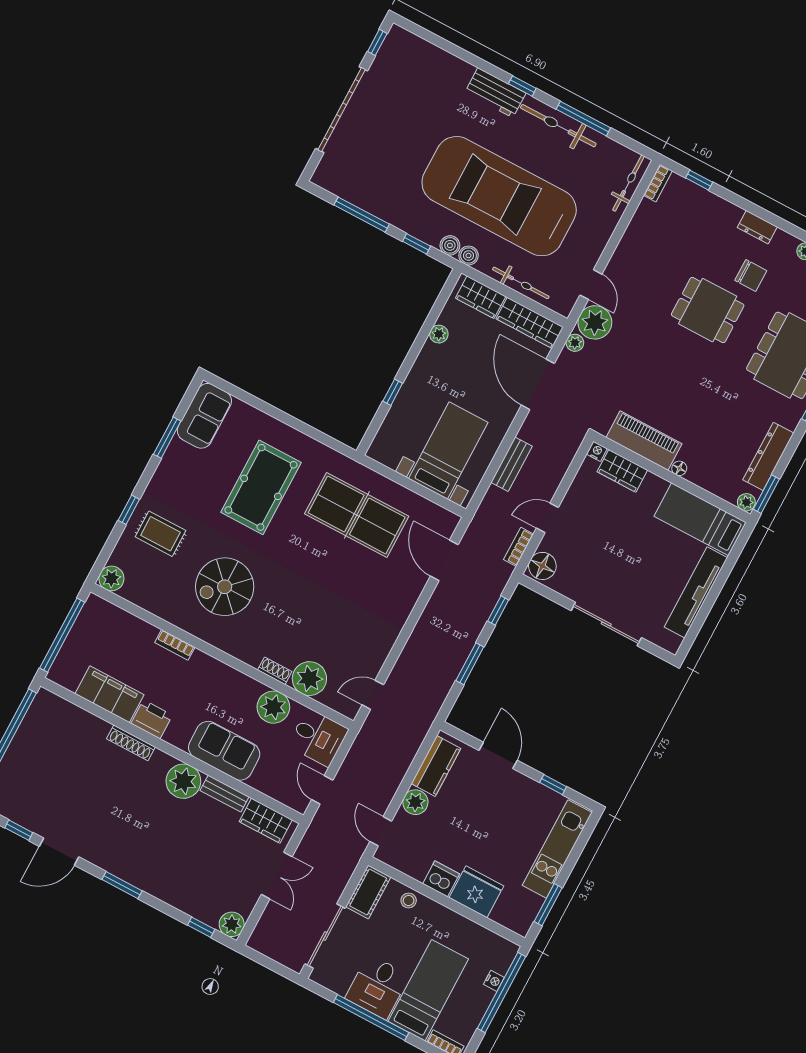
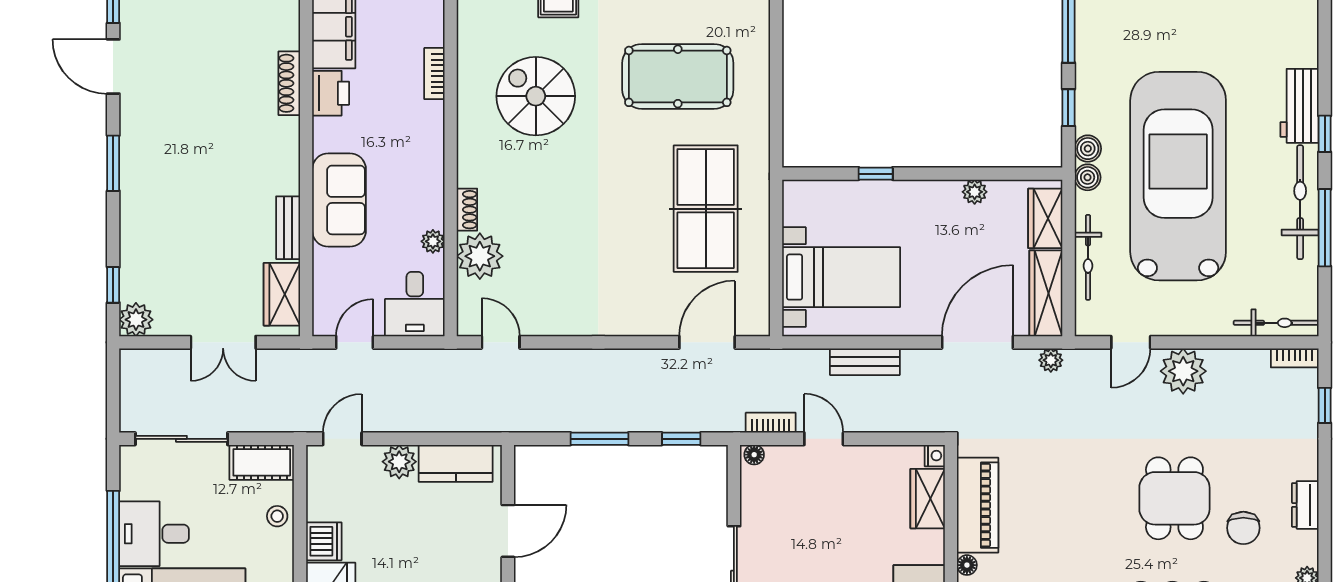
plant: (595, 322) -> (1183, 371), moved
floor lamp: (542, 566) -> (754, 455), width x0.53, depth x0.53
plant: (273, 707) -> (433, 241), width x0.53, depth x0.53
plant: (183, 781) -> (277, 171), removed

